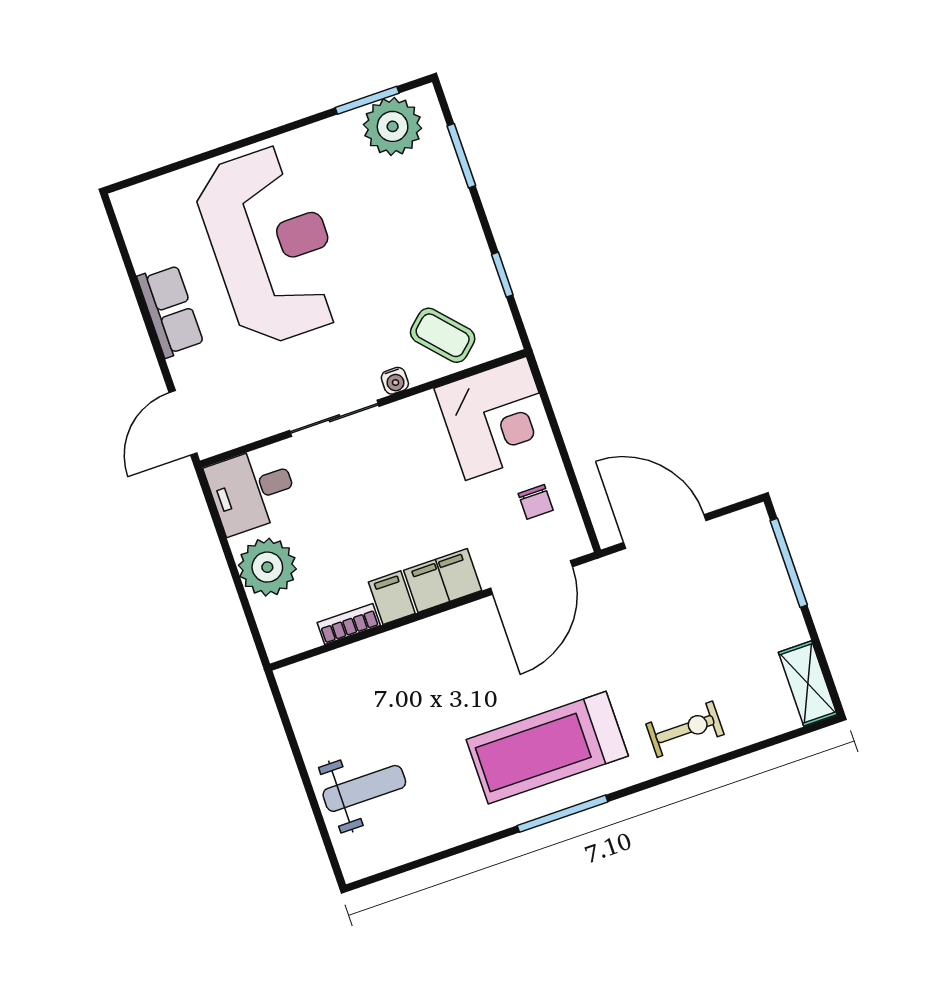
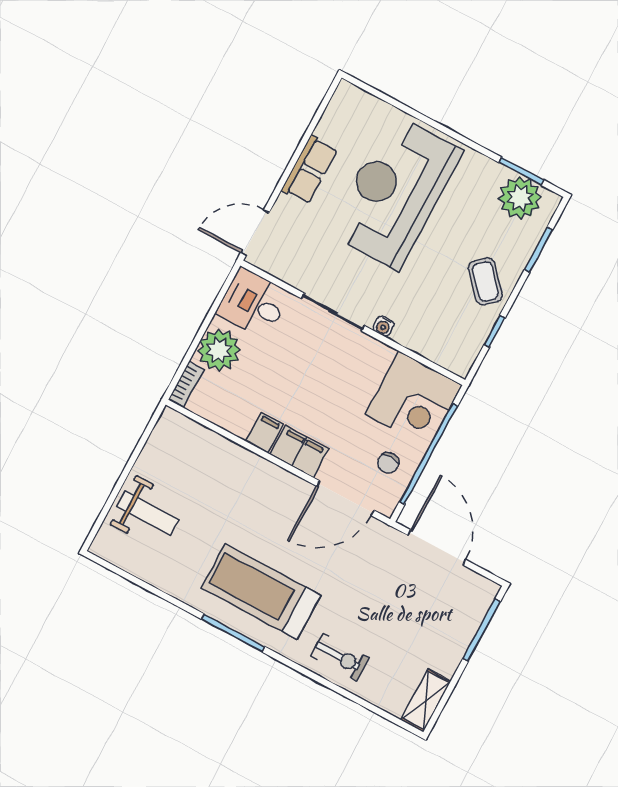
reception desk: (271, 245) -> (395, 192), turned 180
coffee table: (443, 335) -> (485, 281), moved
window: (564, 453) -> (429, 454), added
bookcase: (349, 624) -> (186, 384), moved, turned 90

